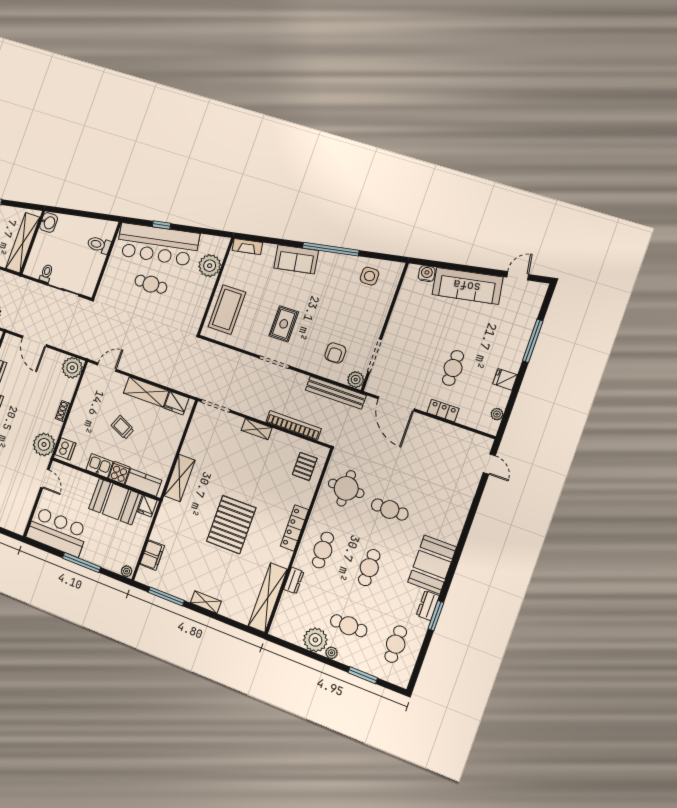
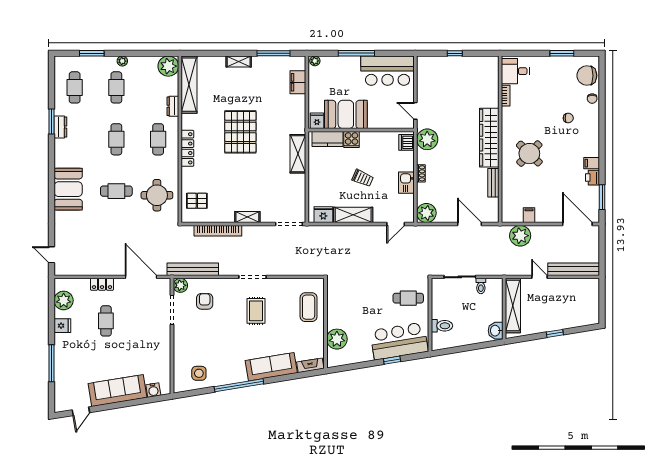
bar counter: (158, 244) -> (399, 341), width x0.73
sofa: (296, 259) -> (271, 367), width x1.36
cafe table: (151, 284) -> (408, 298), moved
coffee table: (227, 309) -> (309, 307), width x0.73, depth x0.76
plant: (497, 414) -> (64, 300), width x1.87, depth x1.87
kitchen sink: (99, 466) -> (406, 183), moved, turned 90
pallet: (305, 466) -> (197, 201), turned 90
booth: (432, 565) -> (68, 189), moved
cafe table: (349, 626) -> (116, 87), turned 90
plant: (315, 640) -> (168, 66), moved

